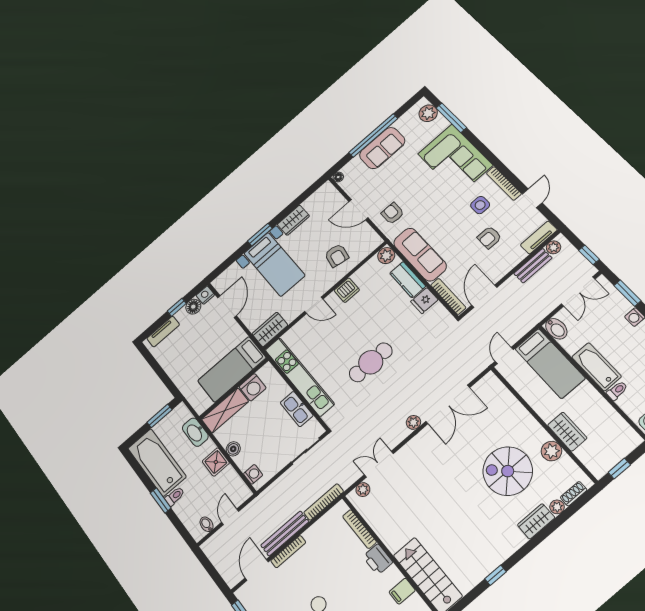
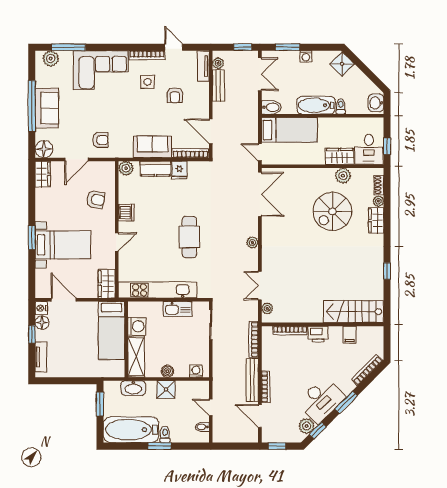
floor lamp: (338, 177) -> (44, 149), width x1.89, depth x1.89
armchair: (393, 213) -> (100, 140), turned 180
wardrobe: (293, 220) -> (43, 174), moved
sofa: (420, 255) -> (152, 147), width x0.73
double door: (448, 404) -> (260, 194), moved
desk: (600, 454) -> (369, 149), added

